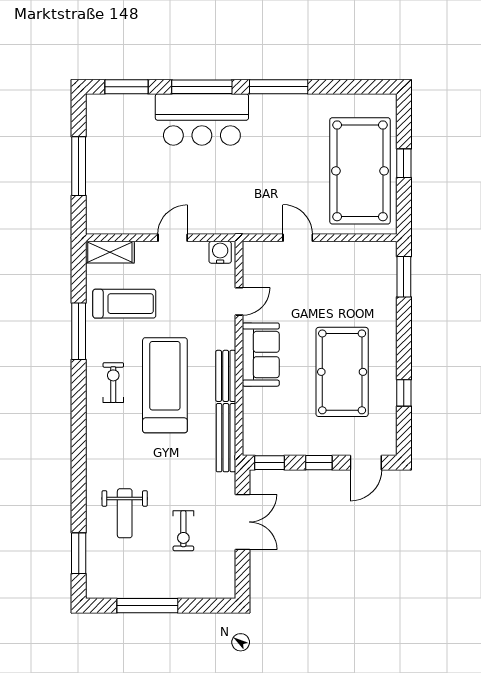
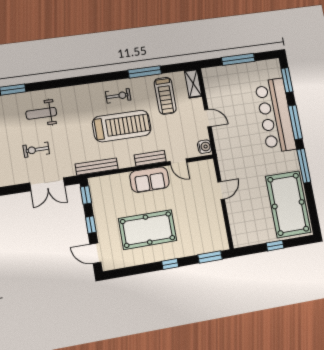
bar counter: (202, 119) -> (275, 115), width x1.36
pool table: (360, 171) -> (288, 204), moved, turned 90
bench: (226, 376) -> (150, 158), moved
window: (404, 393) -> (170, 264), moved

